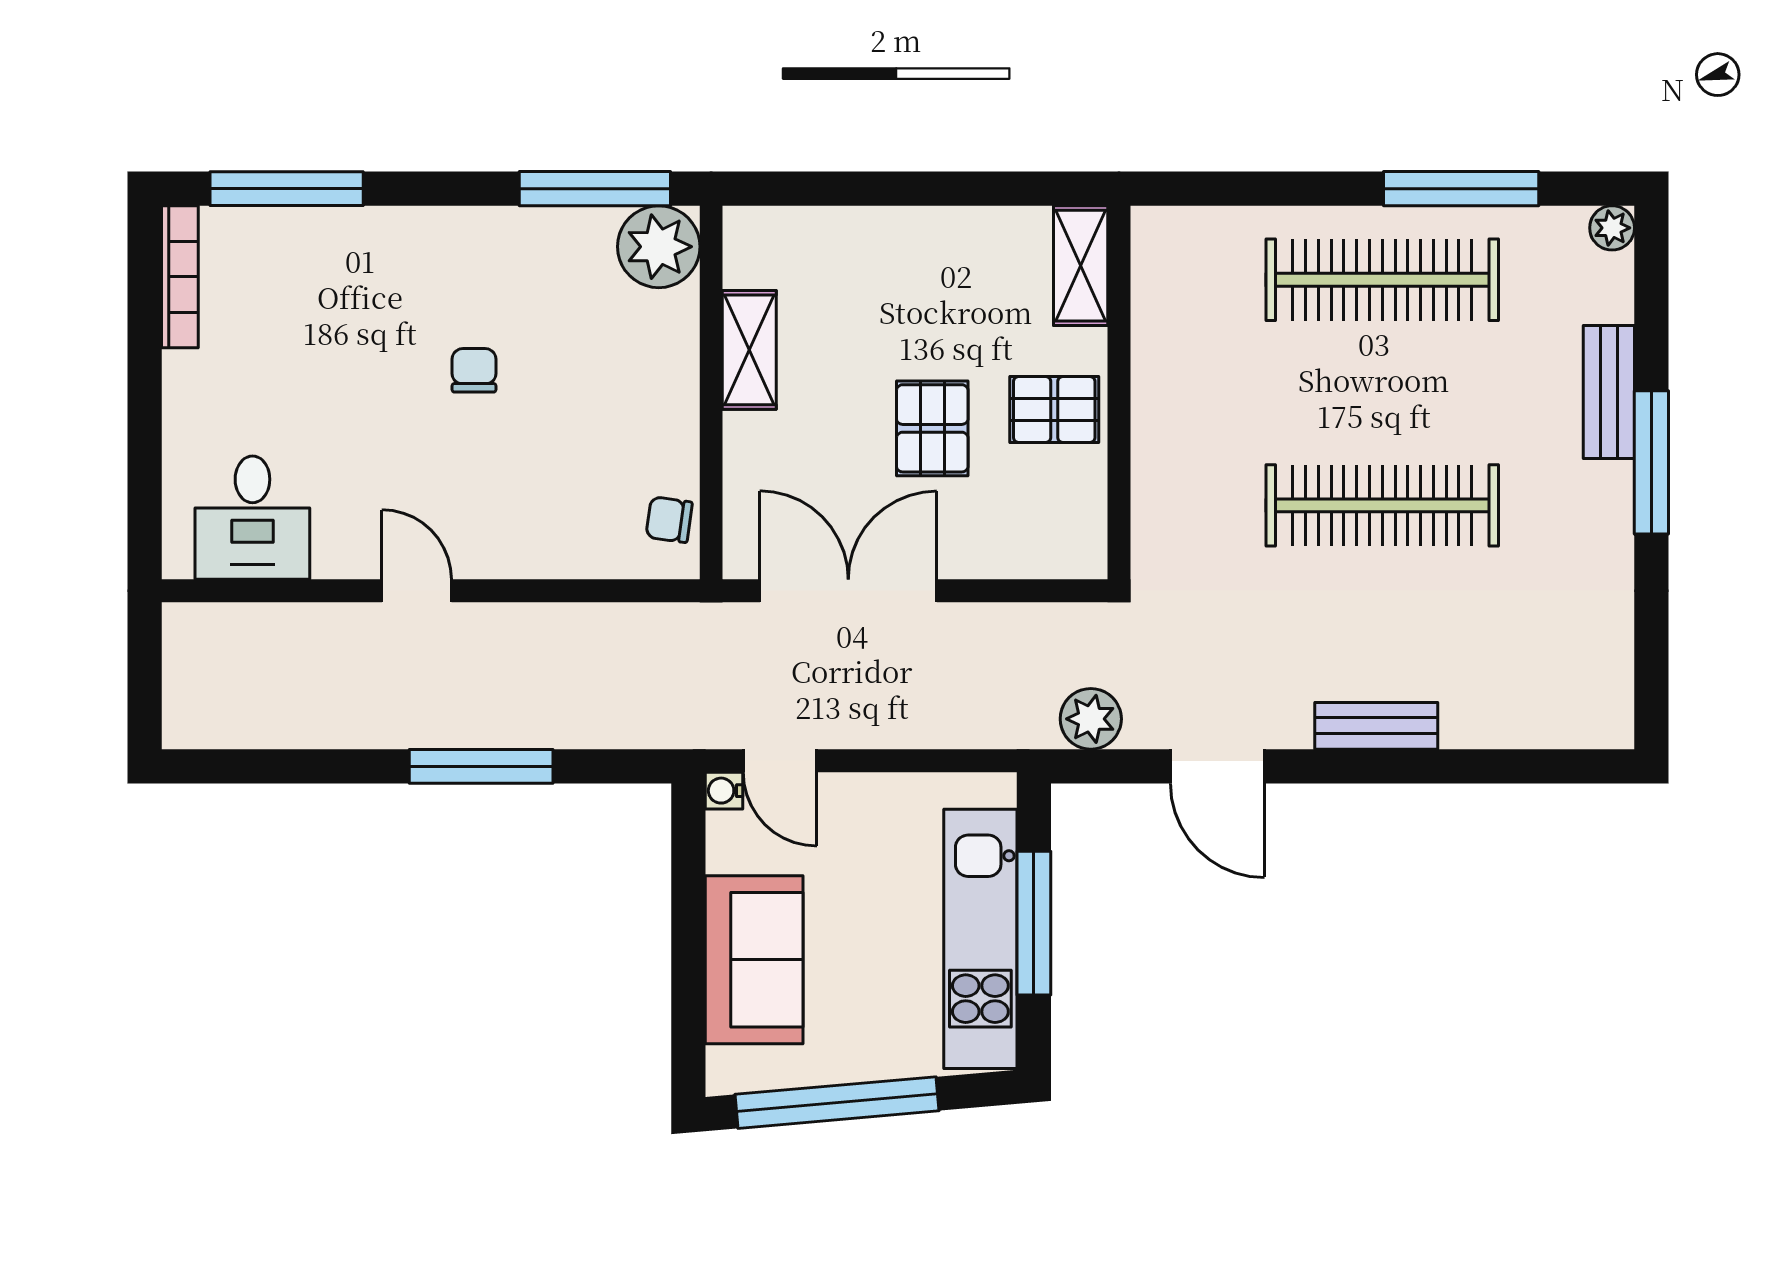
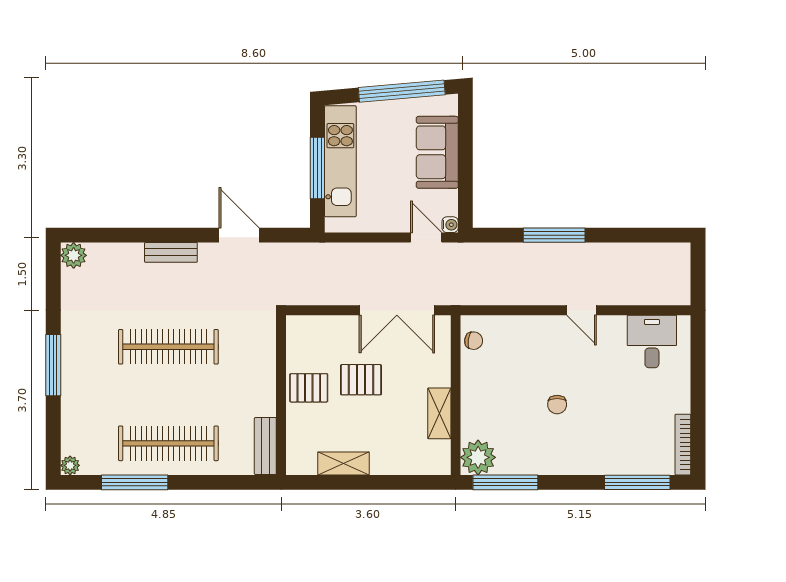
shelving: (1081, 266) -> (343, 463), moved, turned 90
bench: (1609, 392) -> (265, 446), moved
pallet: (932, 428) -> (361, 380), turned 90
plant: (1091, 719) -> (74, 255), moved

